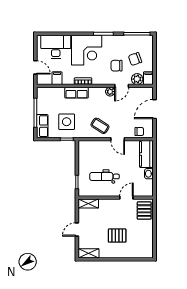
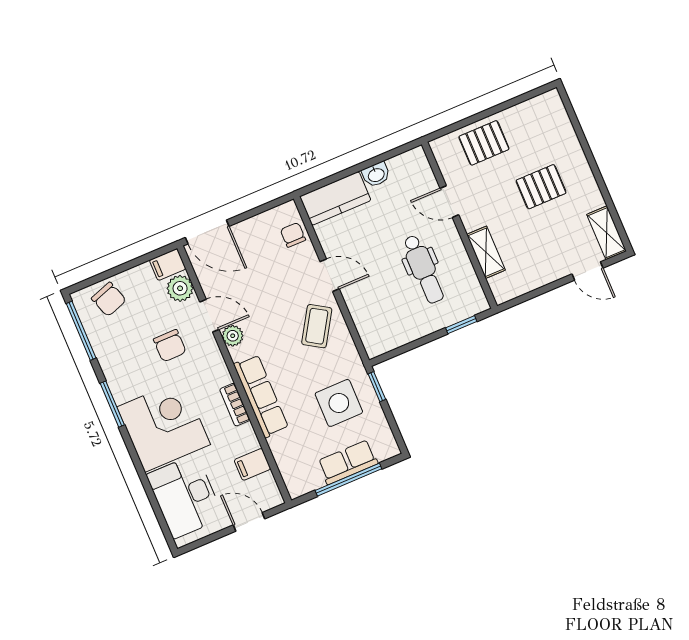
chair: (135, 59) -> (109, 299), moved
door: (35, 67) -> (249, 522), hinge flipped
row of seats: (77, 93) -> (261, 396), width x1.48
door: (155, 109) -> (207, 232), moved
row of seats: (42, 126) -> (348, 462), moved
door: (118, 139) -> (330, 275), hinge flipped
shelving: (88, 203) -> (486, 252), moved
pallet: (144, 211) -> (484, 143), moved
door: (77, 229) -> (587, 271), moved
pallet: (117, 236) -> (541, 187), turned 90

